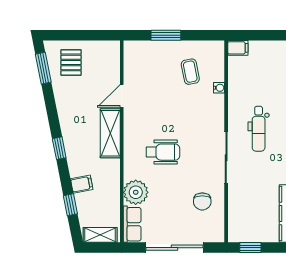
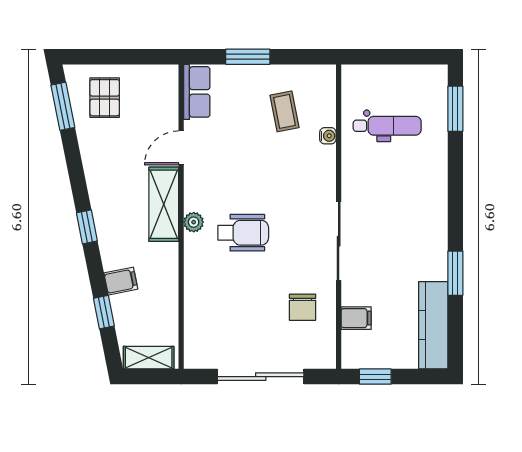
filing cabinet: (238, 48) -> (356, 318), moved
dental chair: (259, 129) -> (387, 126), moved, turned -90
plant: (136, 192) -> (194, 222), moved, width x0.53, depth x0.53
row of seats: (132, 224) -> (197, 92), moved

